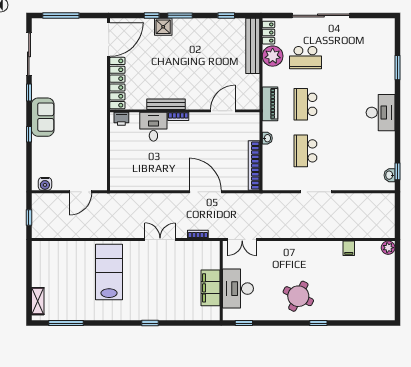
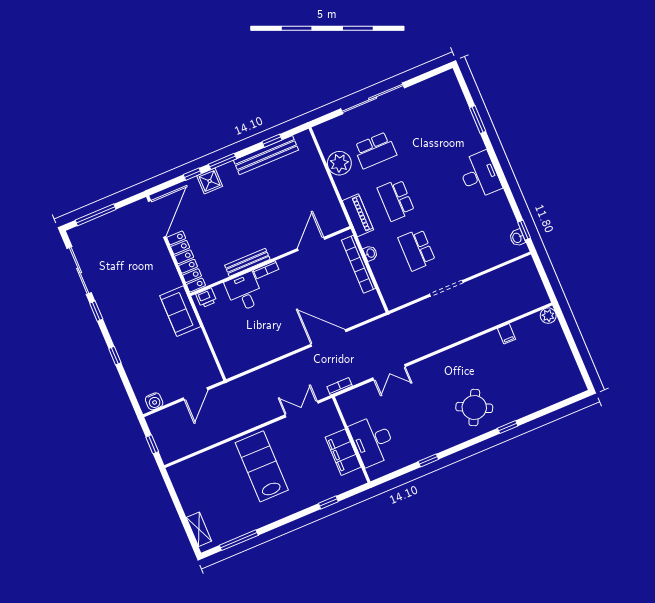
locker: (268, 33) -> (324, 140), removed
bench: (253, 46) -> (266, 155), moved, turned 90
sofa: (43, 117) -> (180, 311), moved, turned 180
bookcase: (254, 166) -> (359, 264), moved
wall: (221, 281) -> (351, 440), moved
filing cabinet: (211, 288) -> (343, 452), moved
desk: (238, 289) -> (373, 441), moved

